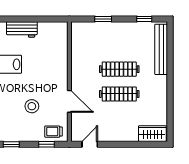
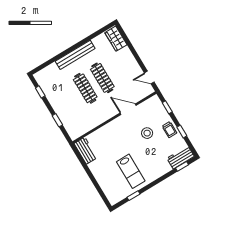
workbench: (22, 29) -> (86, 151), moved
bench: (161, 49) -> (75, 55), moved
door: (69, 101) -> (128, 109), hinge flipped
trolley: (53, 132) -> (169, 130), moved

